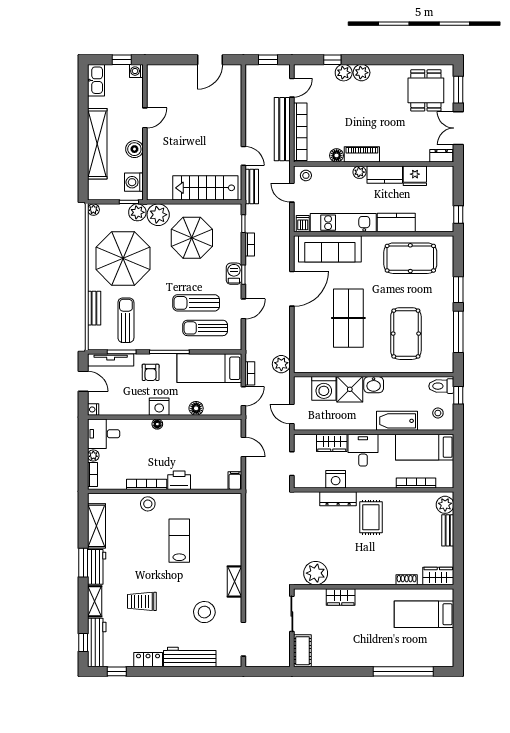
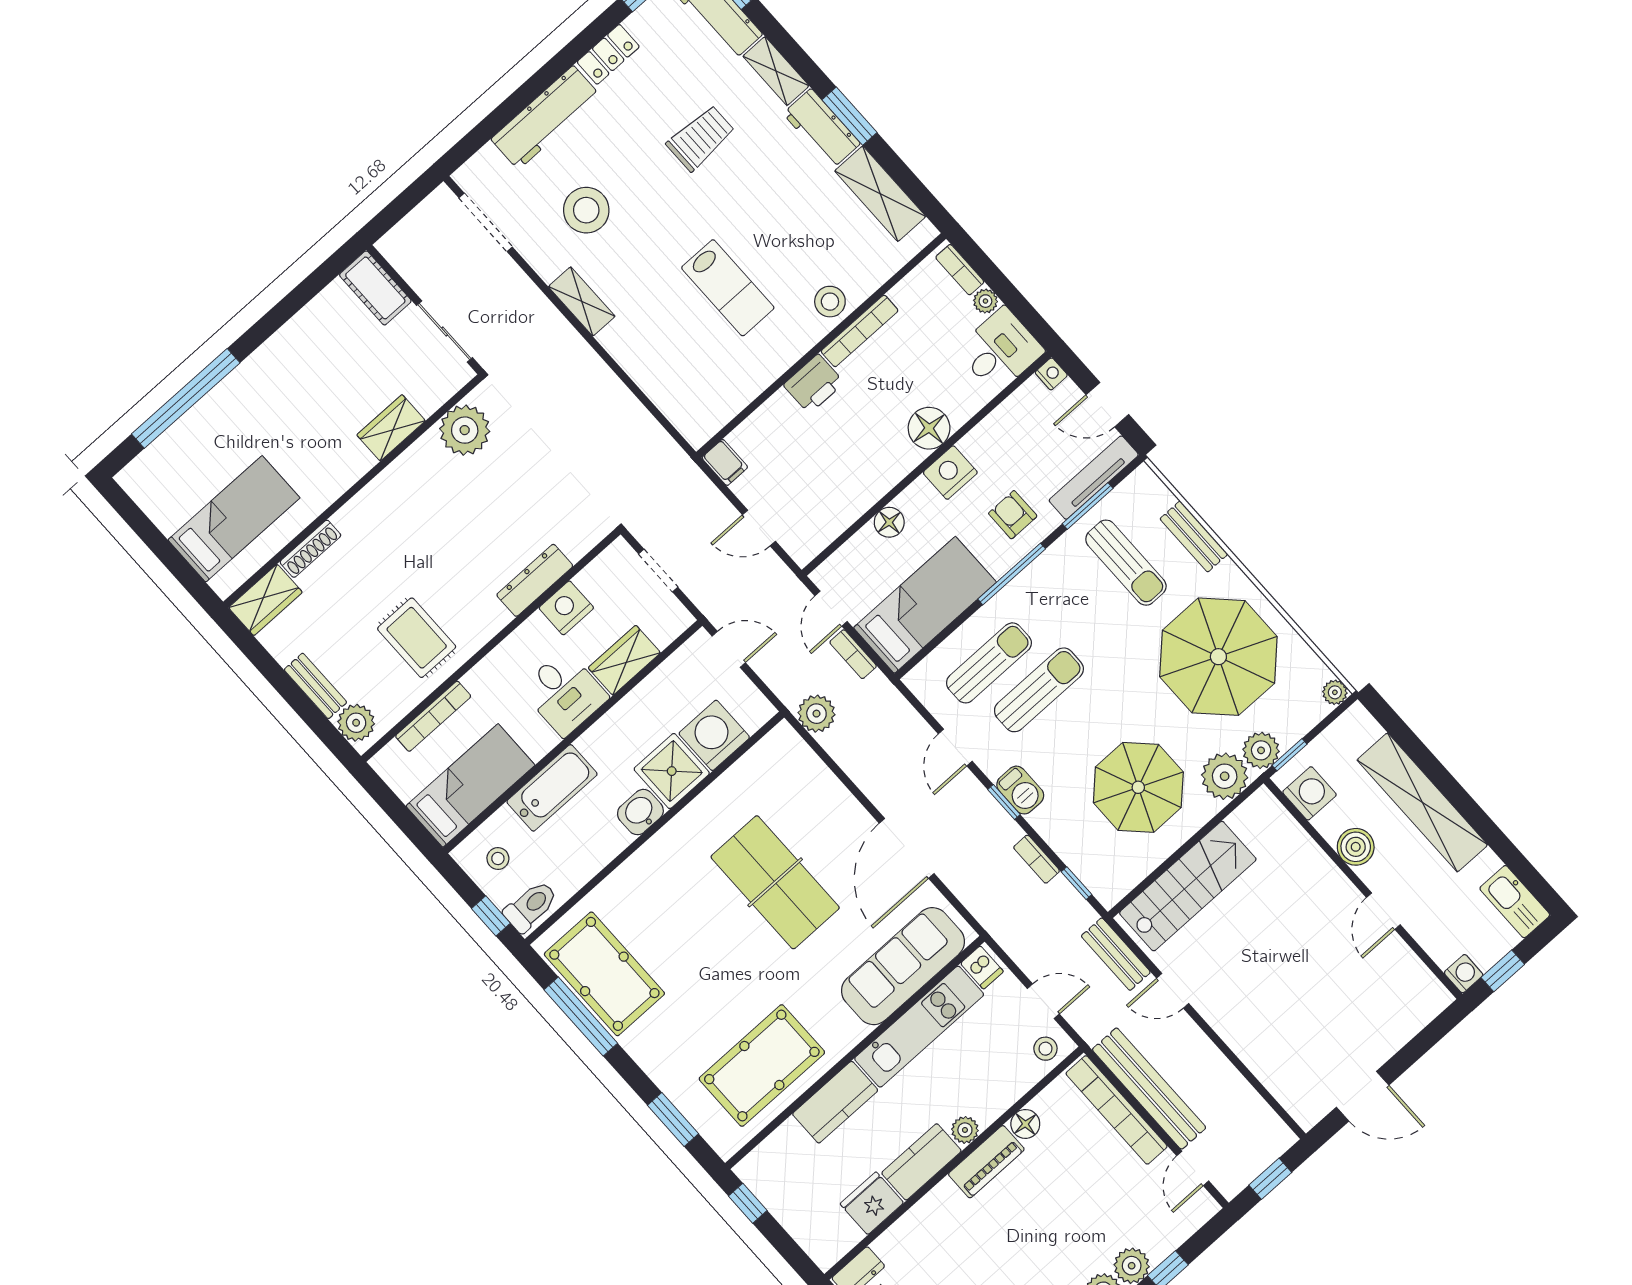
door: (210, 60) -> (1363, 1096), swing flipped
window: (458, 290) -> (673, 1119), moved
pool table: (406, 334) -> (604, 974), moved
floor lamp: (157, 424) -> (929, 428), width x1.89, depth x1.89
rug: (371, 517) -> (417, 638), moved
shoe rack: (407, 580) -> (310, 549), width x1.43

